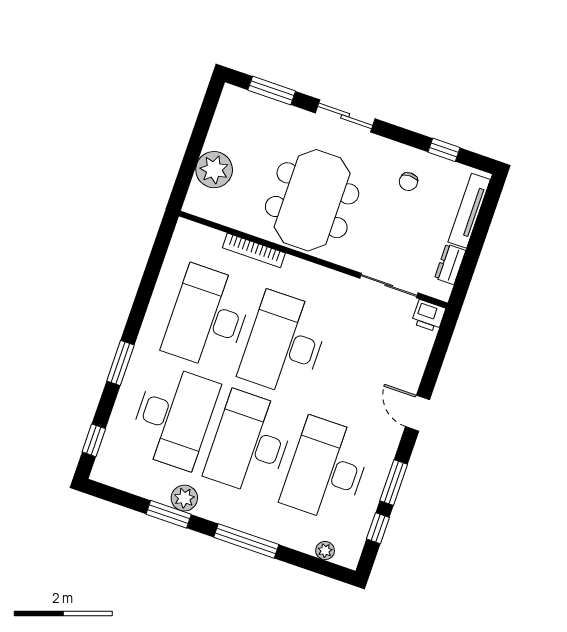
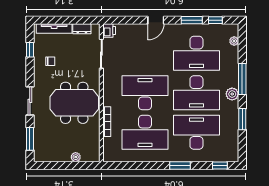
plant: (214, 170) -> (76, 157), width x0.53, depth x0.53
desk: (284, 344) -> (145, 93), turned 180
plant: (184, 498) -> (232, 94), moved

